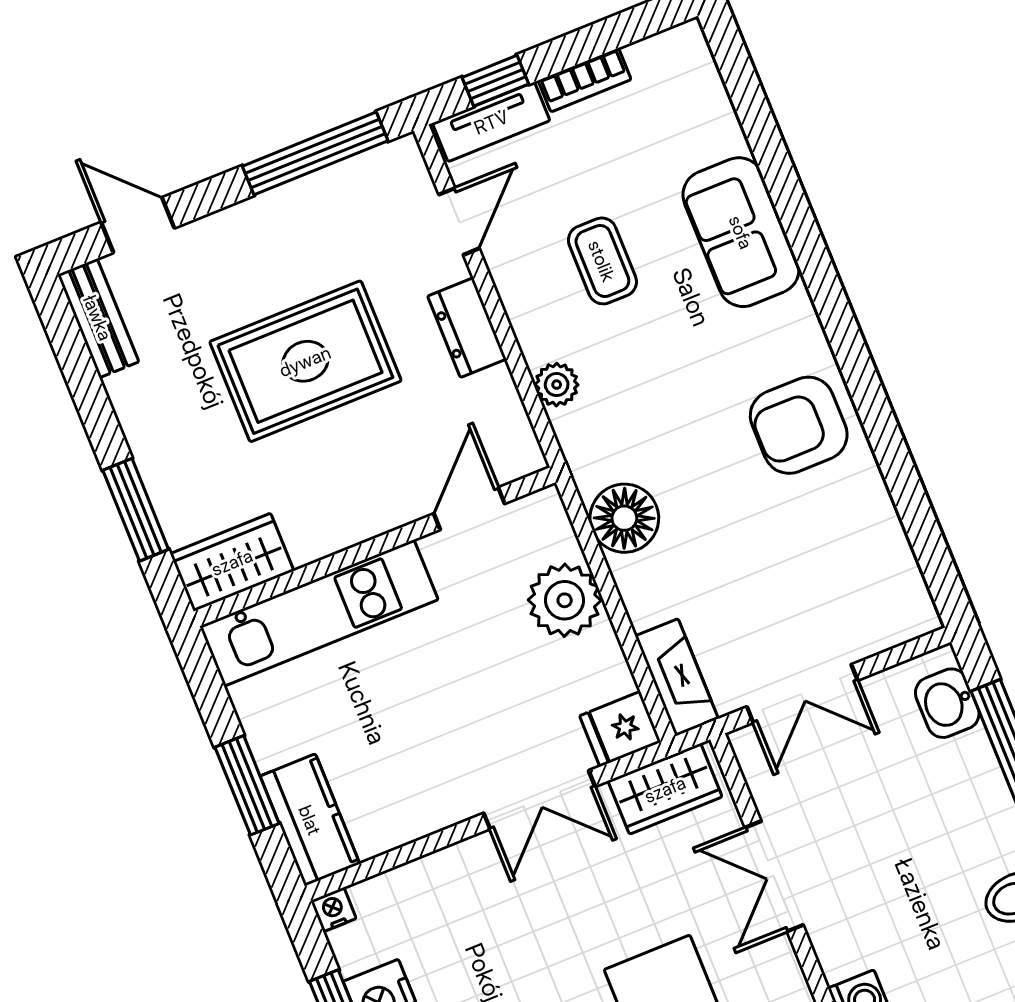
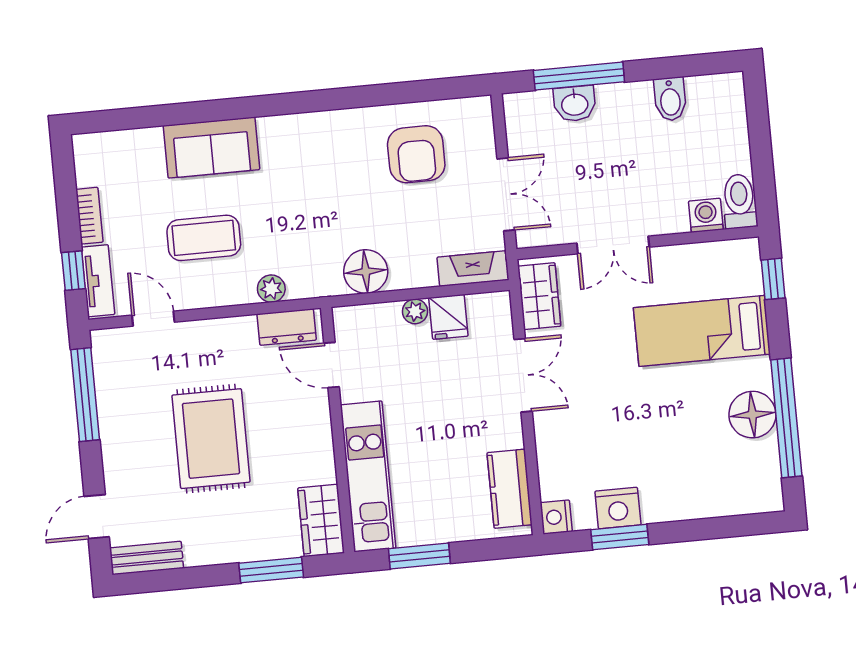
coffee table: (602, 261) -> (204, 238), width x1.36, depth x1.30
dresser: (467, 328) -> (287, 327), moved
armchair: (799, 425) -> (416, 154), moved
plant: (565, 600) -> (415, 311), width x0.53, depth x0.53
washbasin: (947, 703) -> (575, 104), moved
fridge: (620, 729) -> (448, 317), moved
window: (247, 785) -> (419, 556), moved
kitchen counter: (310, 820) -> (510, 489), moved, turned -90
nightstand: (333, 910) -> (556, 517), width x1.39, depth x1.35

